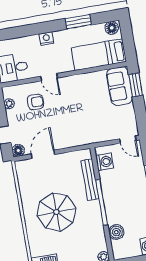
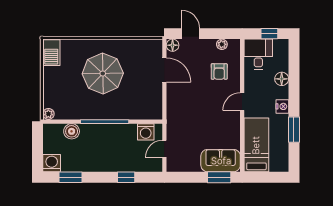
floor lamp: (112, 28) -> (282, 79), moved
nightstand: (46, 39) -> (282, 106), moved
door: (49, 77) -> (242, 102), moved
door: (128, 140) -> (164, 149), moved
bench: (90, 180) -> (130, 114), removed

